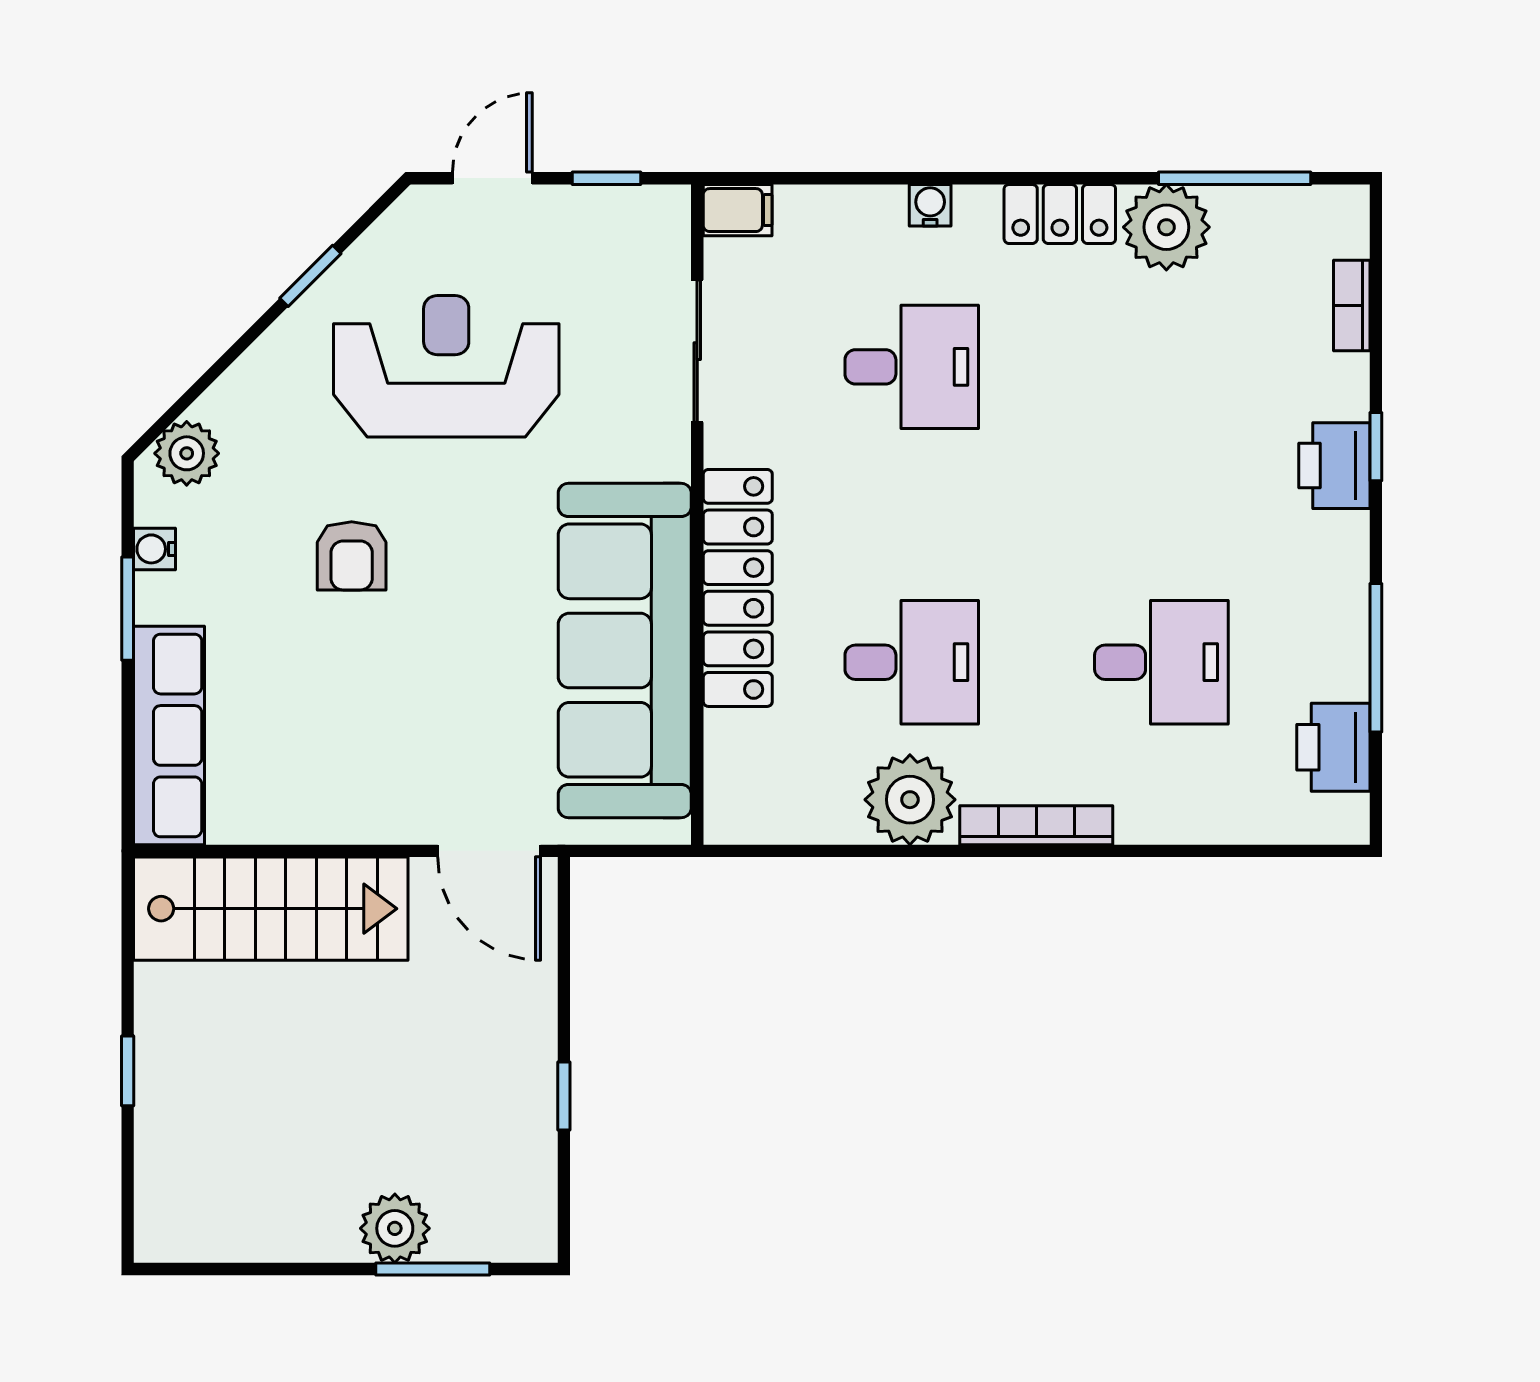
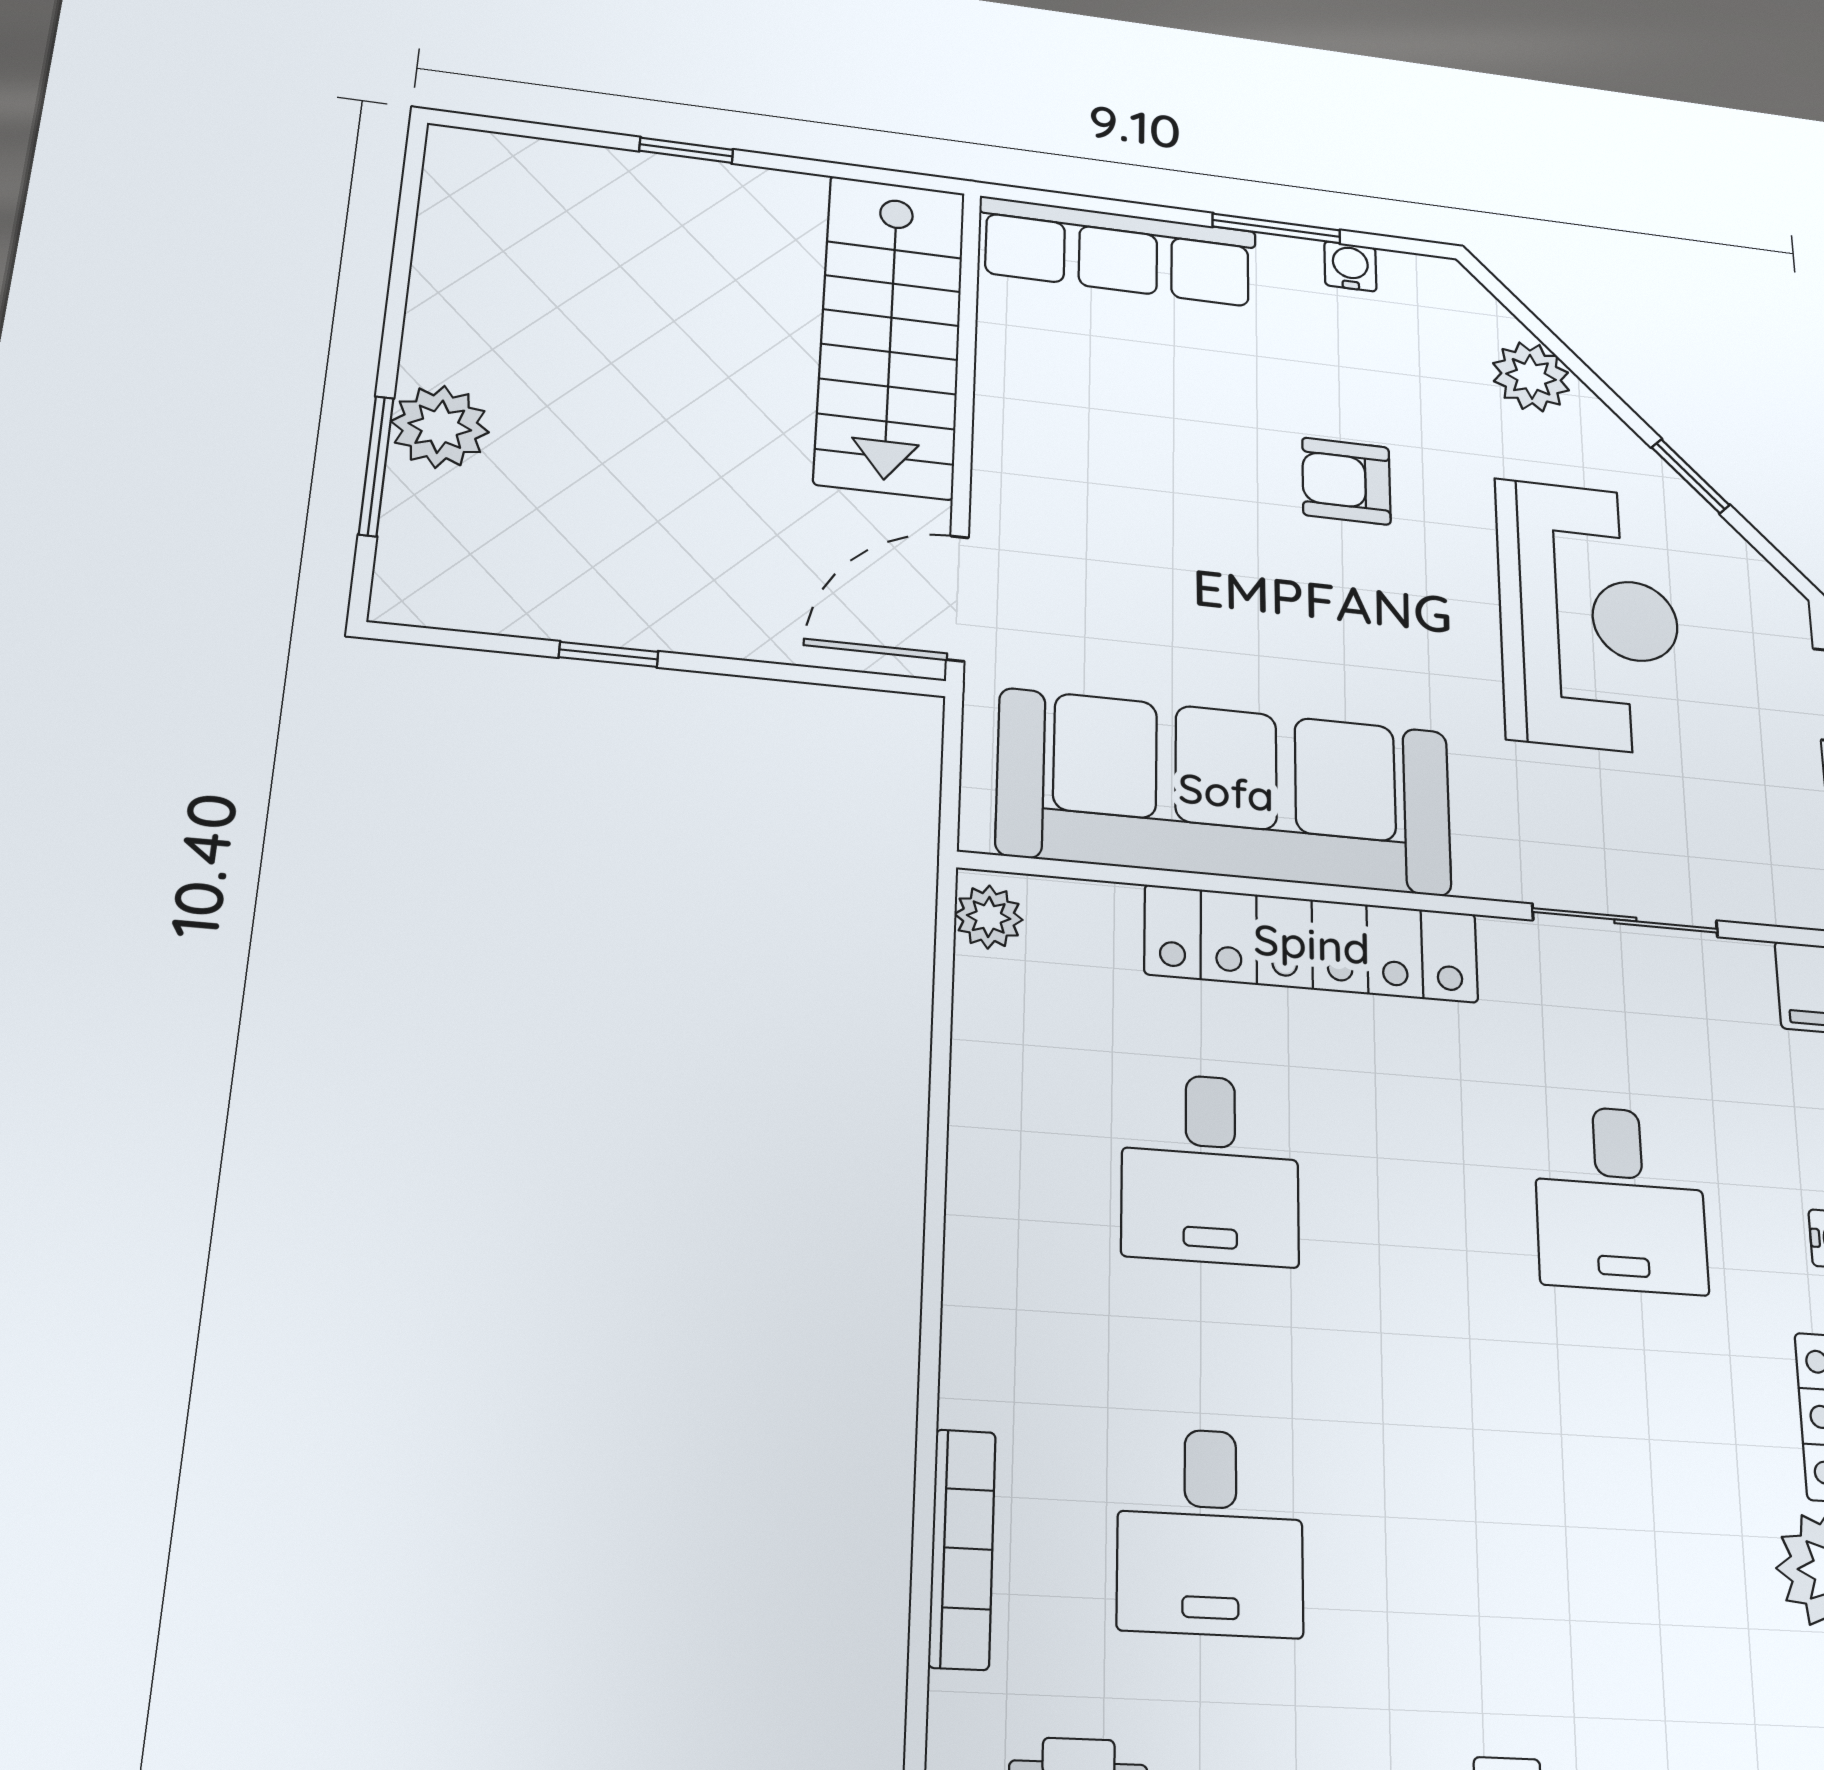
plant: (187, 453) -> (1531, 377), moved
plant: (910, 800) -> (989, 917), moved, width x0.53, depth x0.53
bookcase: (1036, 825) -> (962, 1548), moved

